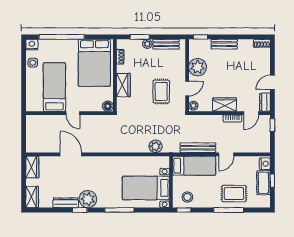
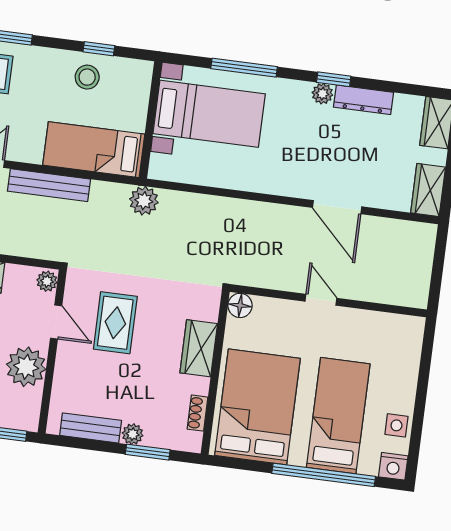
bed: (54, 87) -> (338, 416), moved, turned 180
door: (187, 88) -> (56, 322), swing flipped
bed: (194, 166) -> (94, 150), moved
wall: (171, 182) -> (151, 120), moved
bed with nightstands: (146, 188) -> (209, 114), moved
plant: (88, 199) -> (322, 94), width x0.53, depth x0.53

